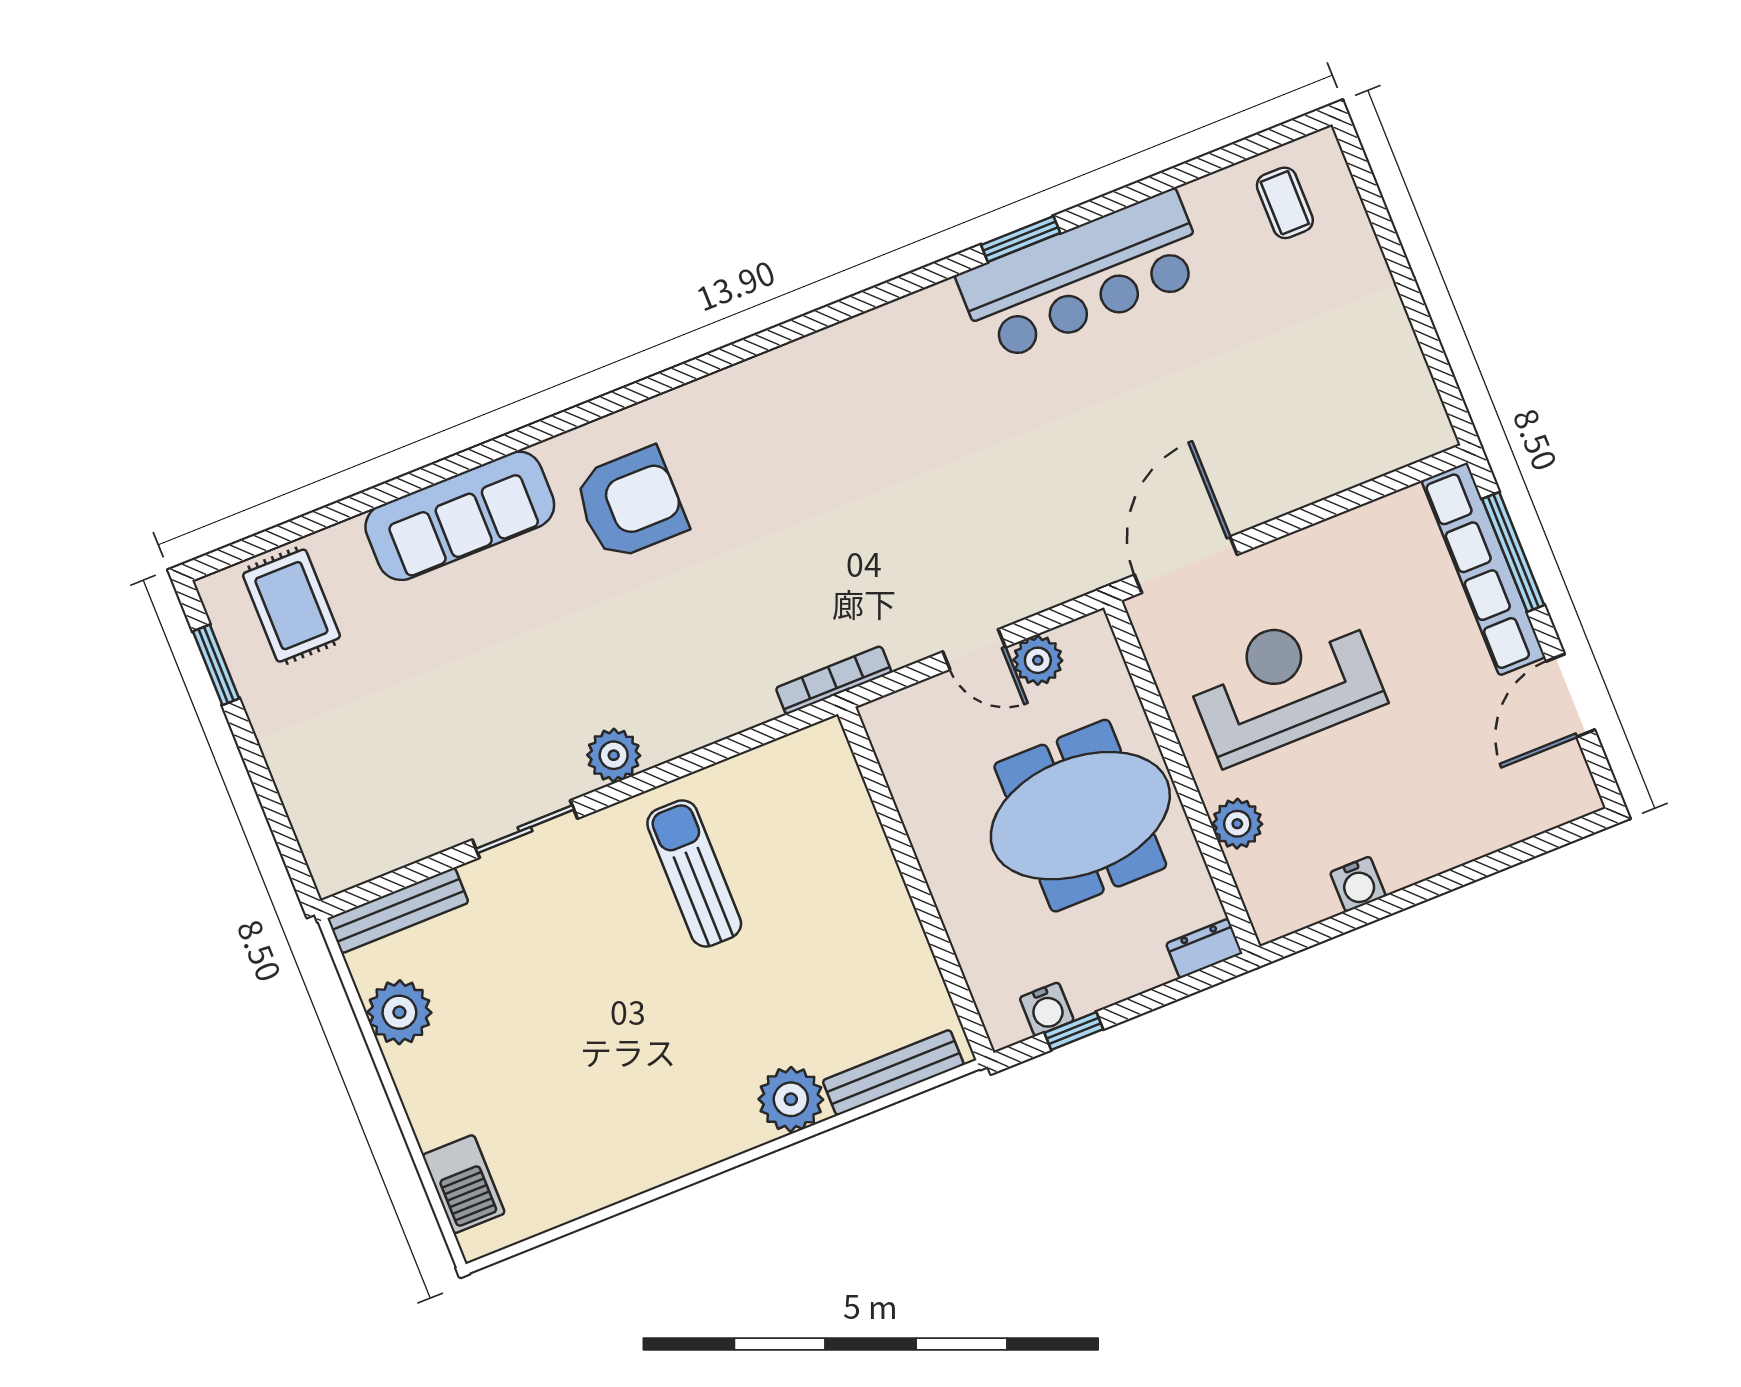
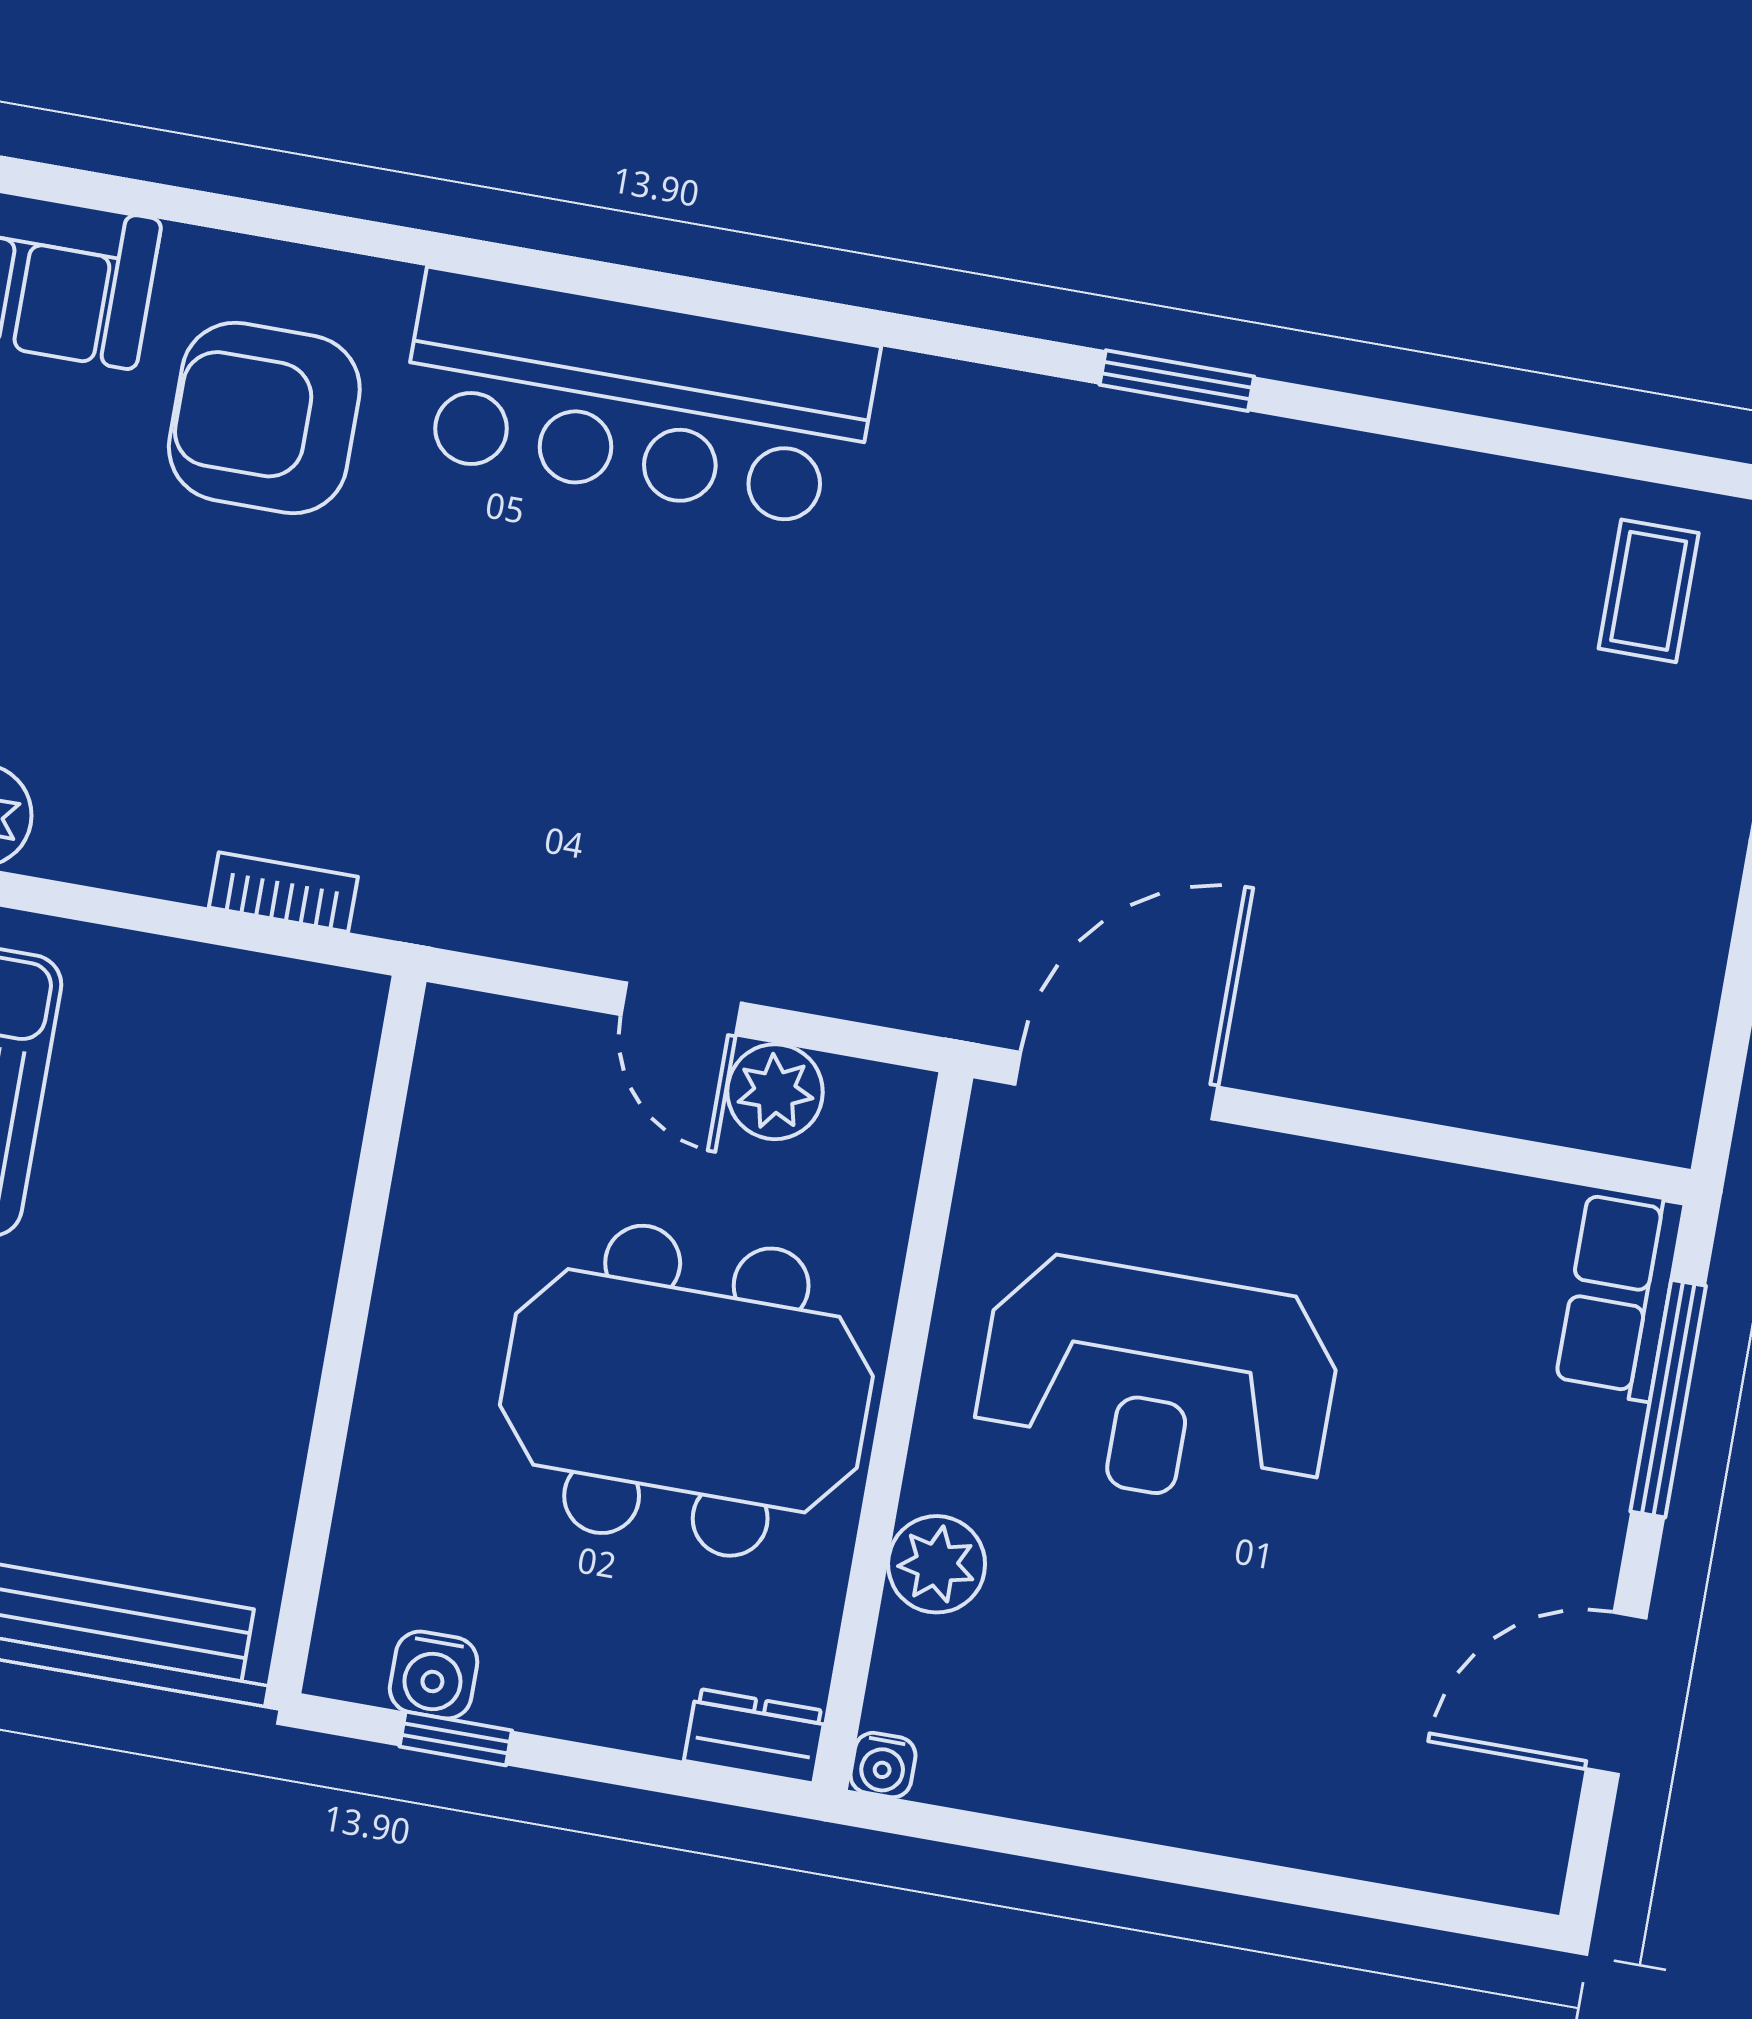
bar counter: (1083, 276) -> (638, 399), moved
armchair: (630, 504) -> (264, 418), turned 180
row of seats: (1483, 569) -> (1619, 1295), width x0.50
bookcase: (834, 680) -> (283, 892), moved, width x0.64
reception desk: (1285, 684) -> (1157, 1383), turned 180
water cooler: (1358, 884) -> (883, 1765), moved, width x0.72, depth x0.72

